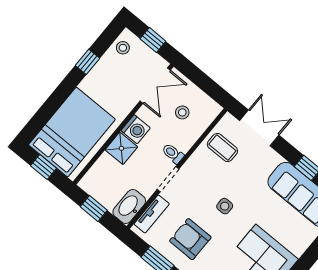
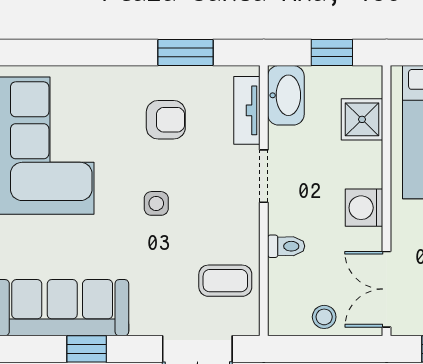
stool: (182, 112) -> (324, 317), moved
shower: (121, 148) -> (362, 119), moved
toilet: (173, 154) -> (286, 246), moved
armchair: (190, 239) -> (166, 120), width x0.72, depth x0.72

